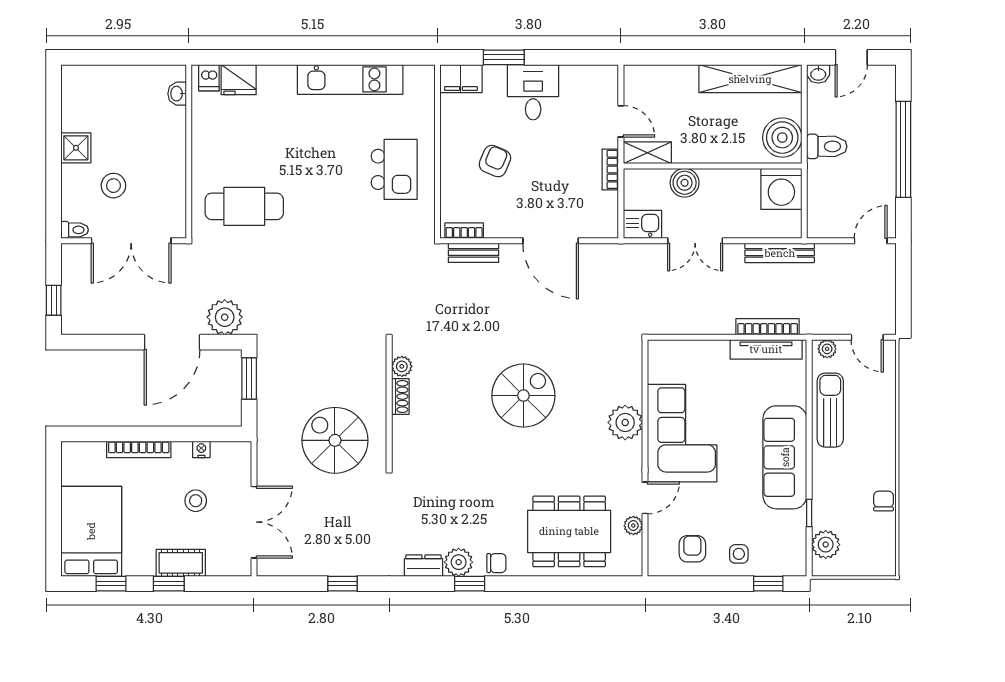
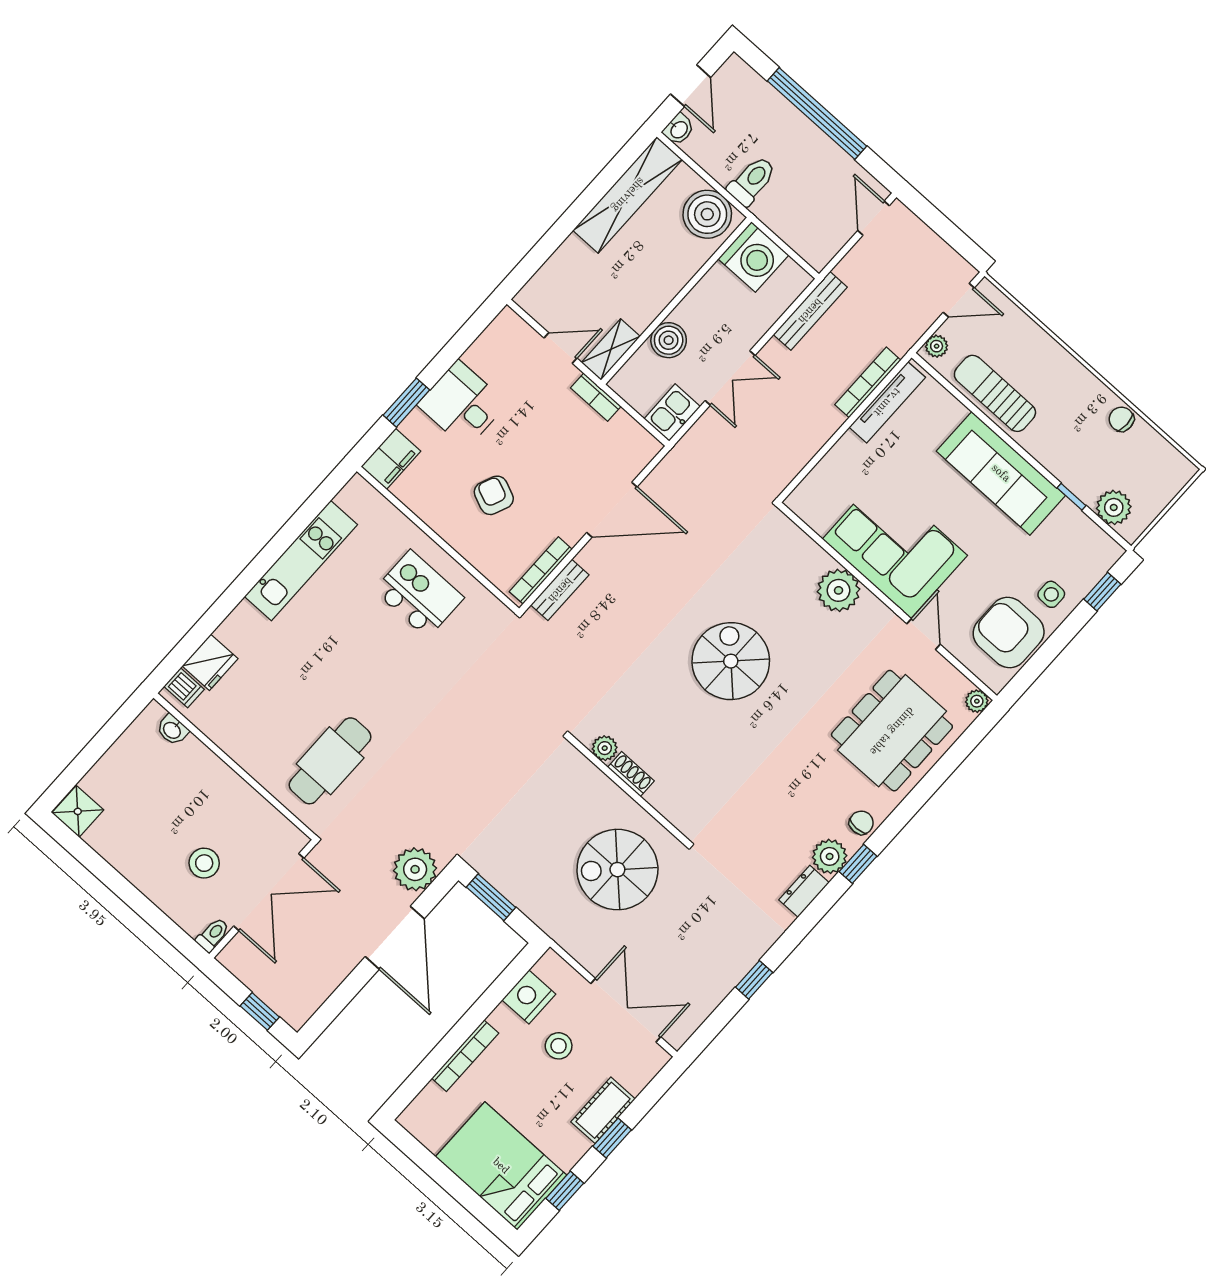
shower: (76, 148) -> (78, 811), moved
bookcase: (464, 231) -> (541, 570), width x1.56
nightstand: (201, 449) -> (529, 997), width x1.89, depth x1.79
plant: (633, 526) -> (977, 701), moved
armchair: (692, 549) -> (1009, 632), width x1.88, depth x1.88

